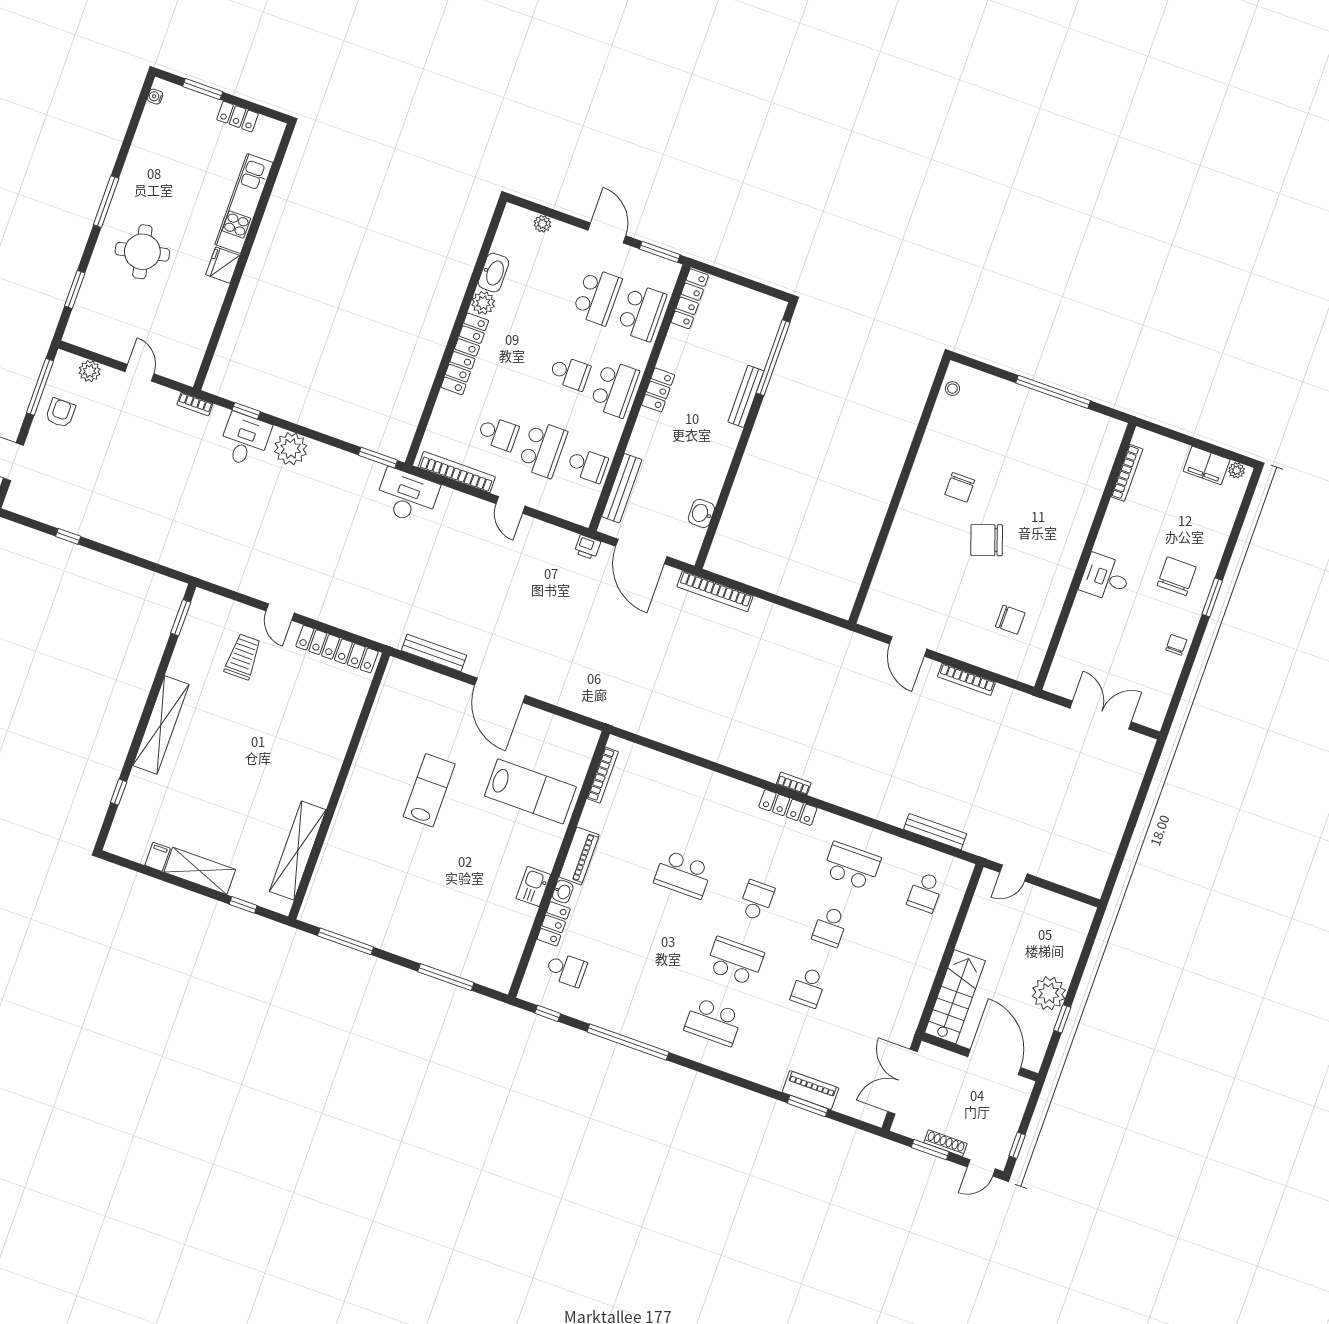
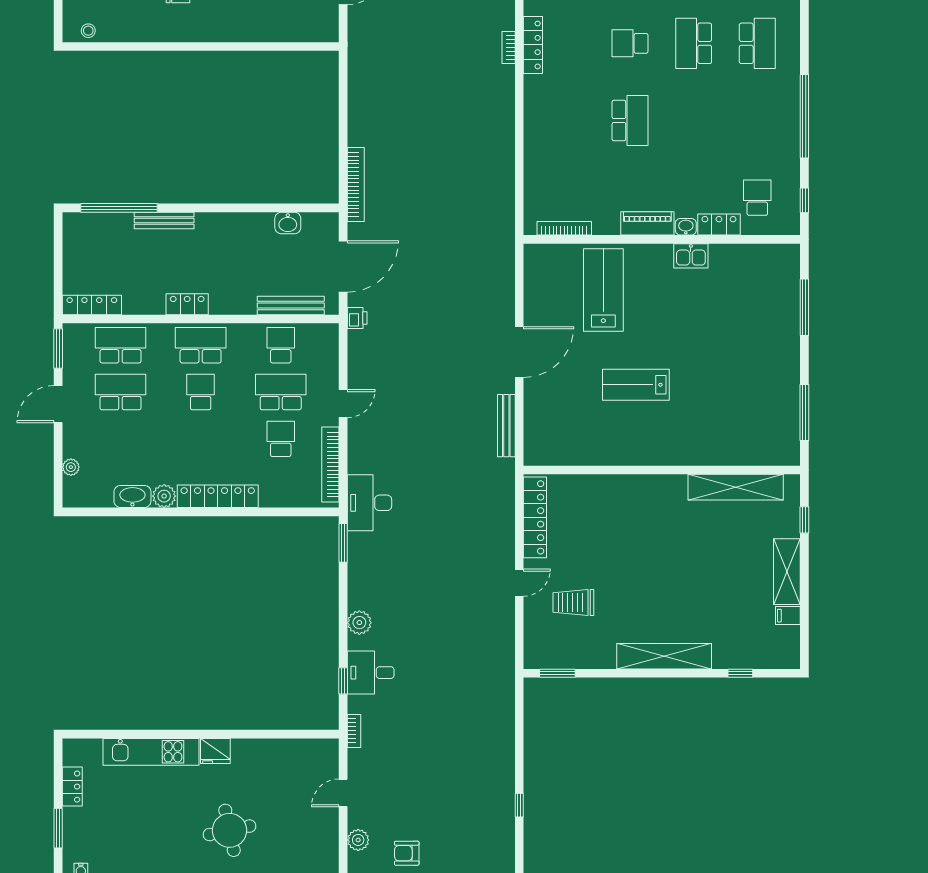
plant: (291, 449) -> (359, 623), width x0.73, depth x0.73

